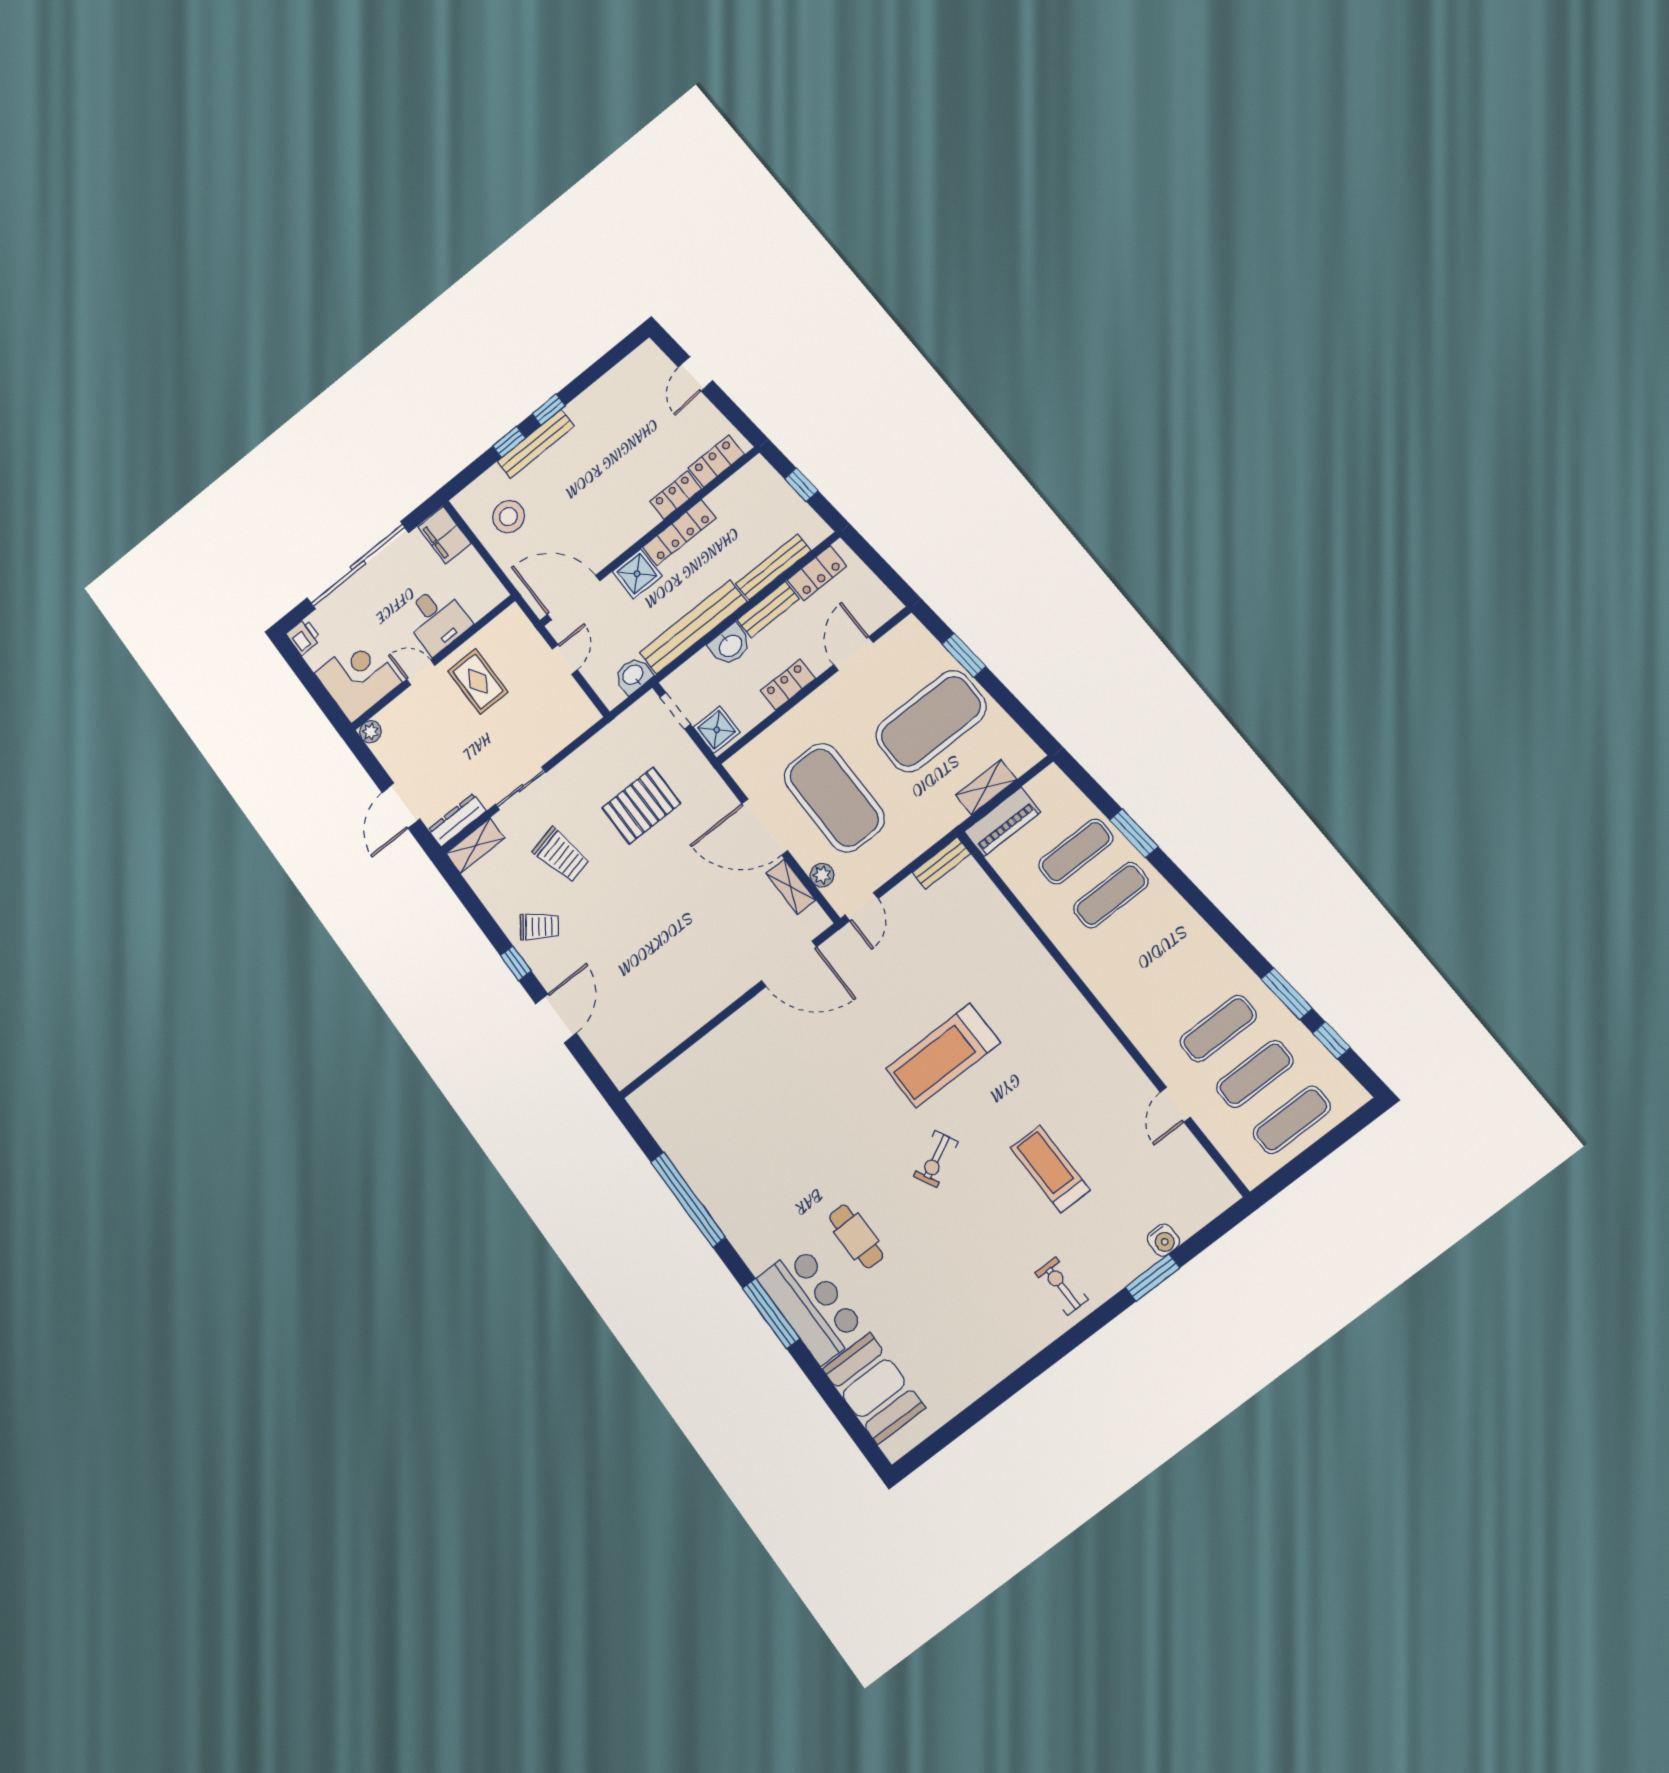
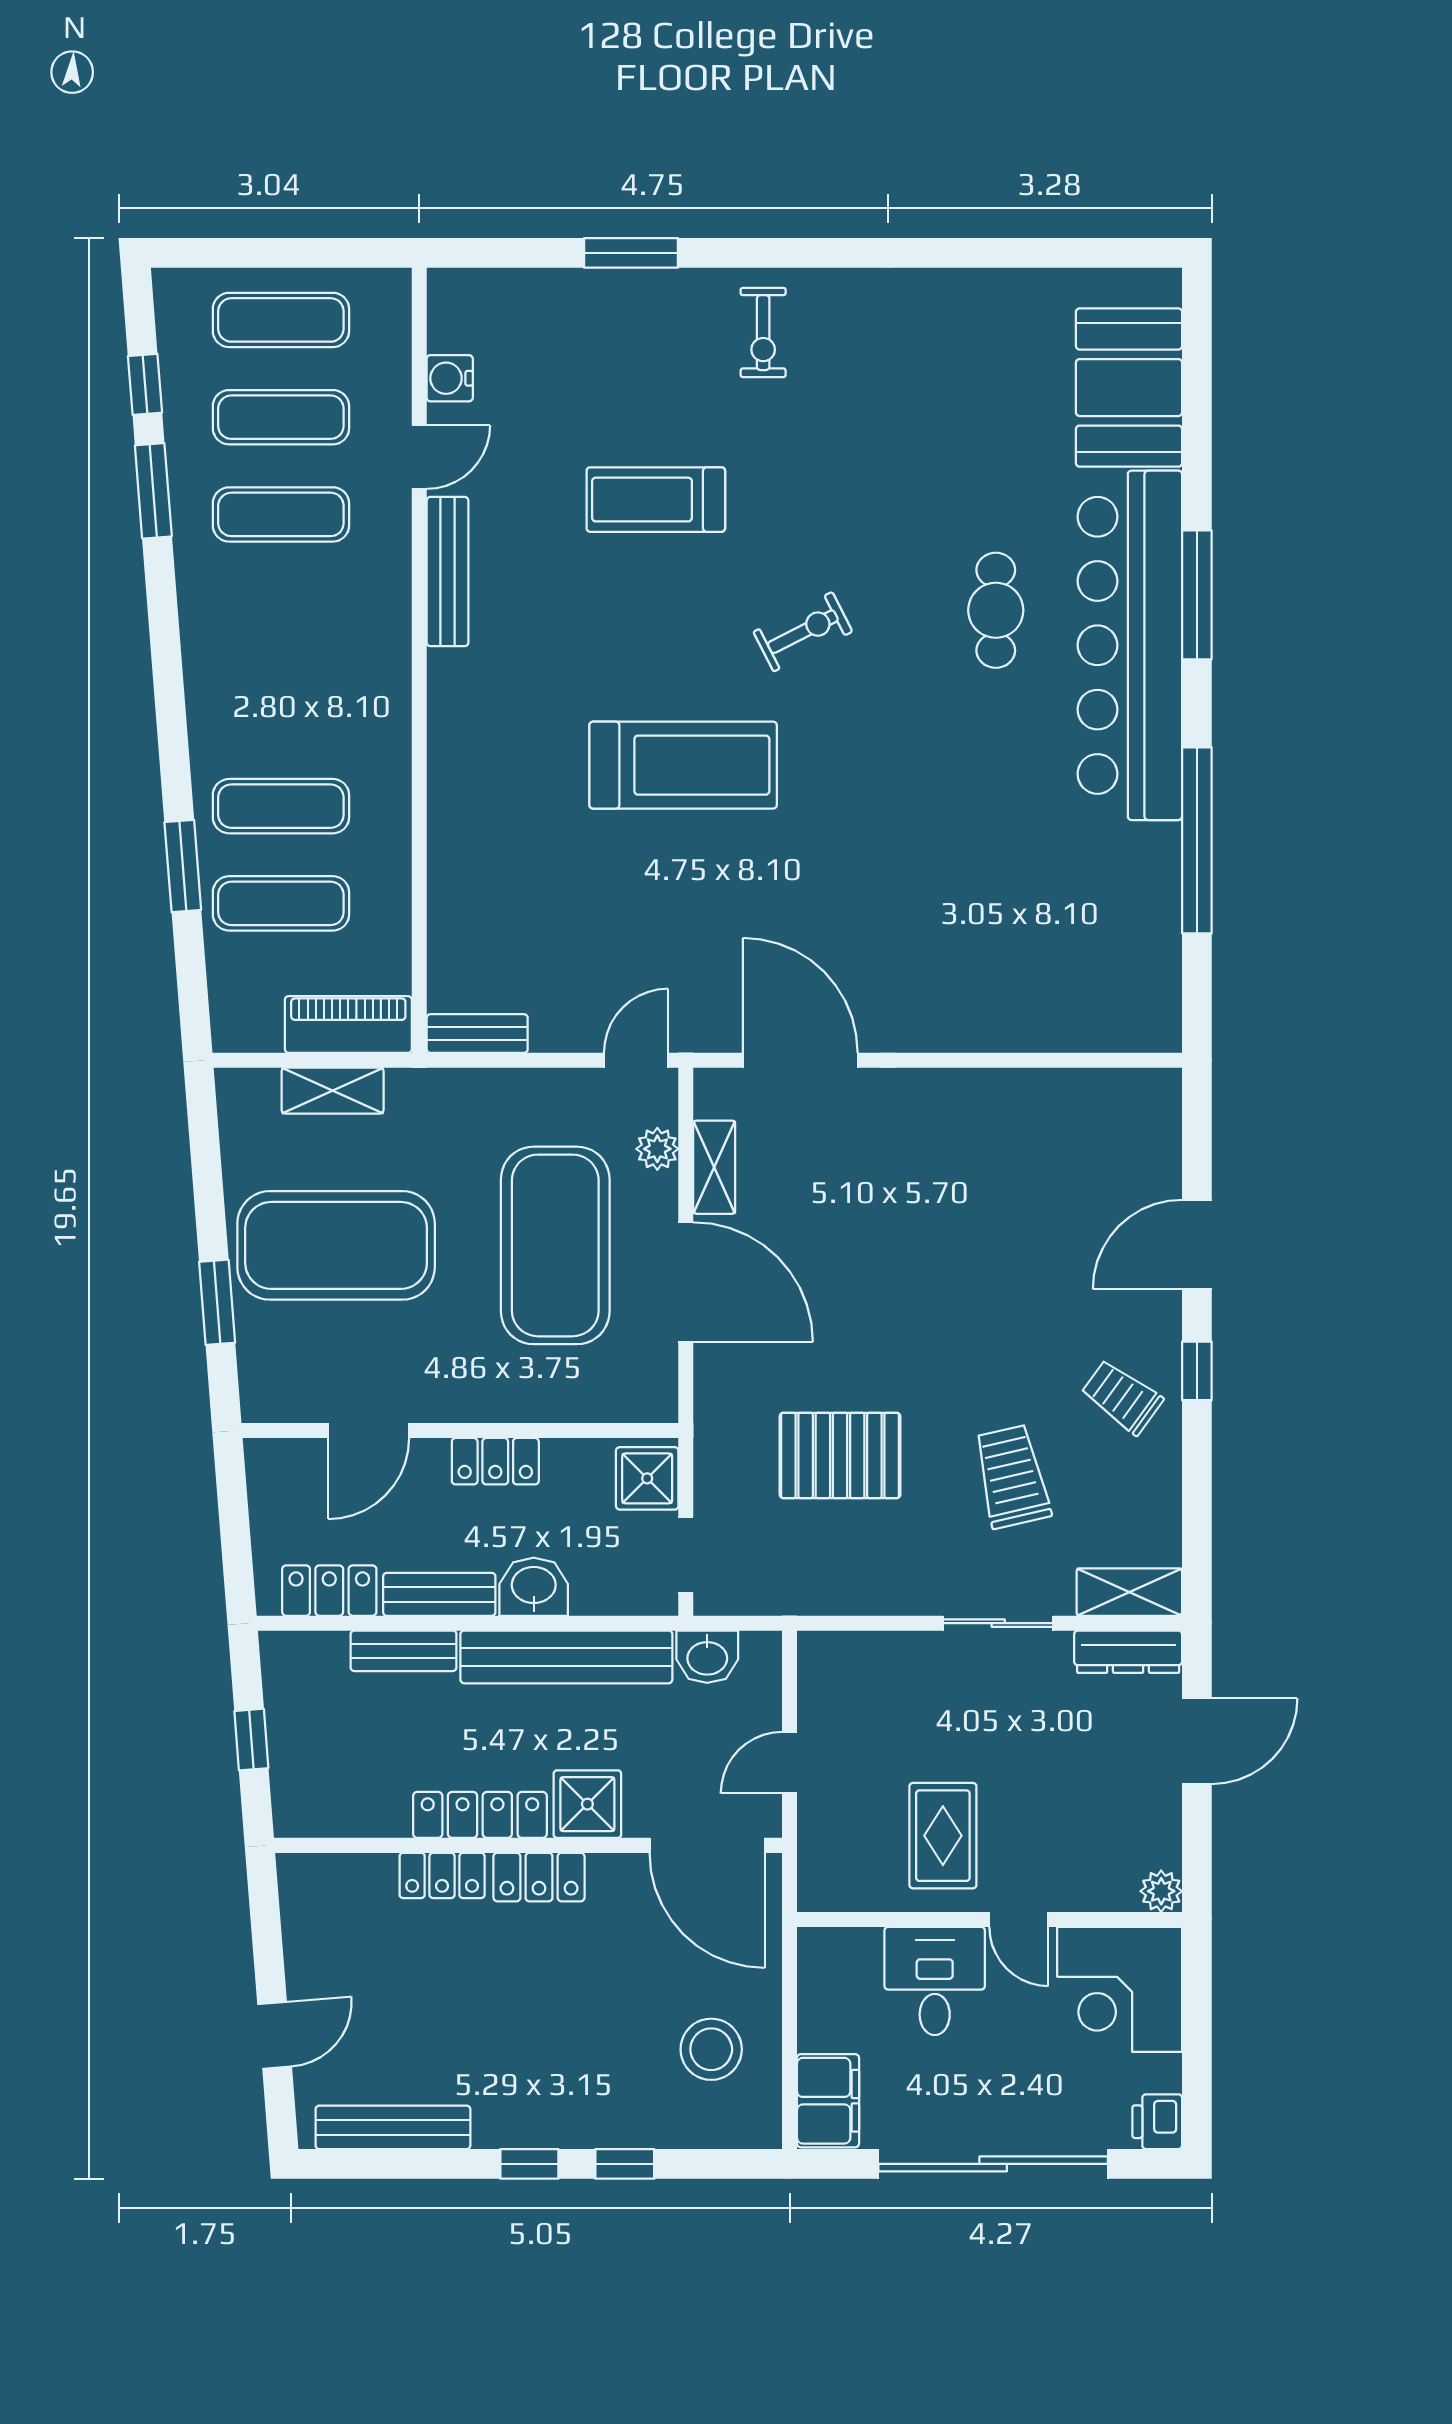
bench: (536, 444) -> (393, 2127), moved
locker: (716, 461) -> (539, 1877), moved
bench: (773, 567) -> (404, 1651), width x0.73
bench: (1120, 1062) -> (447, 572), added
treadmill: (1050, 1169) -> (656, 500), turned 90
water cooler: (1163, 1240) -> (450, 378), moved, turned -90
bar counter: (812, 1304) -> (1130, 645), width x1.86

